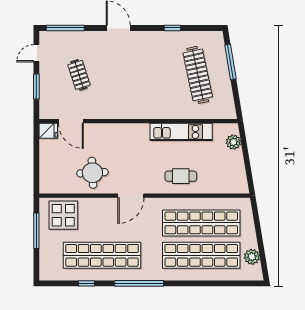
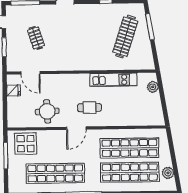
clothes rail: (198, 75) -> (125, 37), turned 30
fridge: (48, 131) -> (14, 90), moved
cafe table: (181, 176) -> (89, 108), moved

